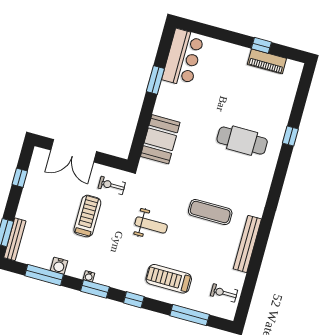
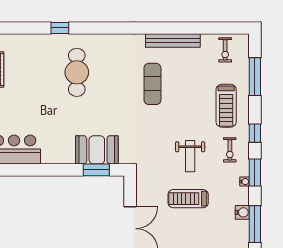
window: (155, 80) -> (96, 170), moved
exercise bike: (112, 185) -> (230, 150), moved
weight bench: (151, 225) -> (190, 156), moved, turned 180

